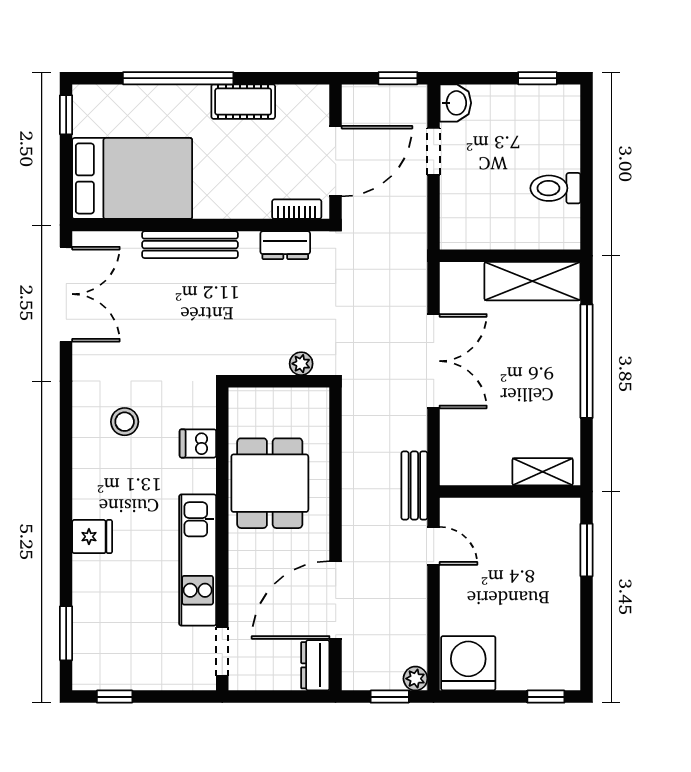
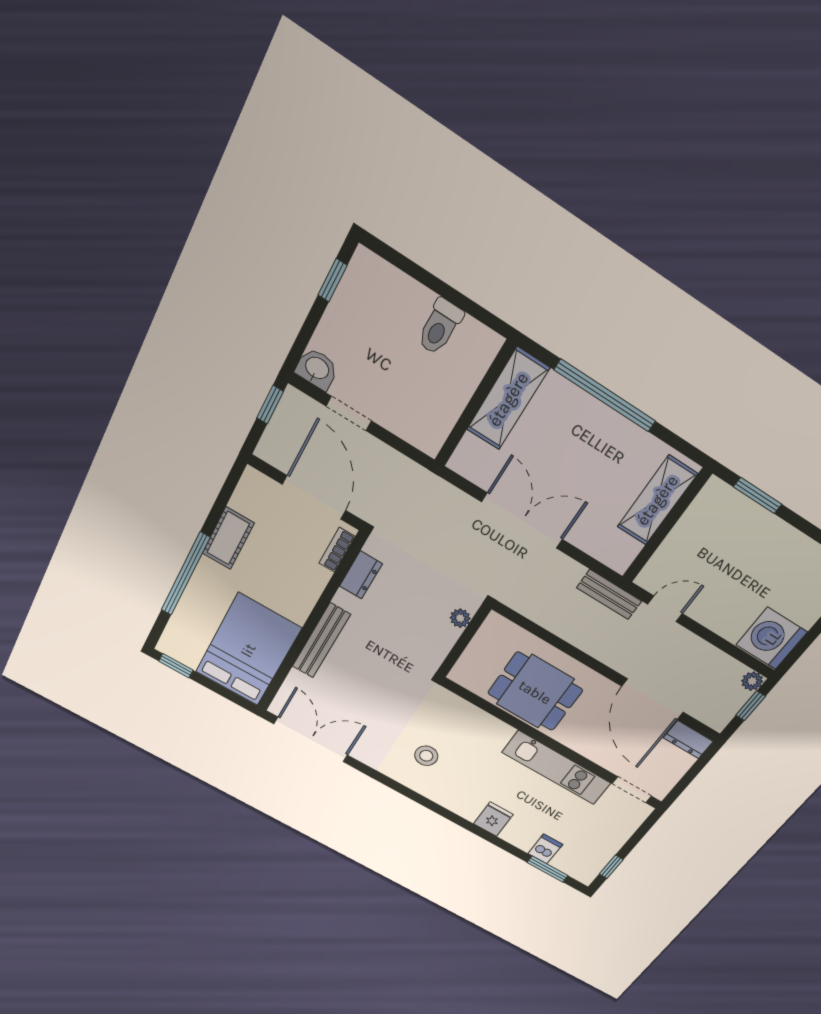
dishwasher: (198, 443) -> (545, 849), moved, turned 180
shelving: (543, 472) -> (657, 500), width x1.50, depth x1.33

